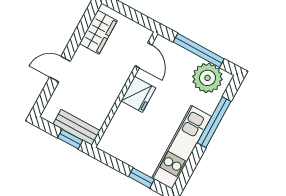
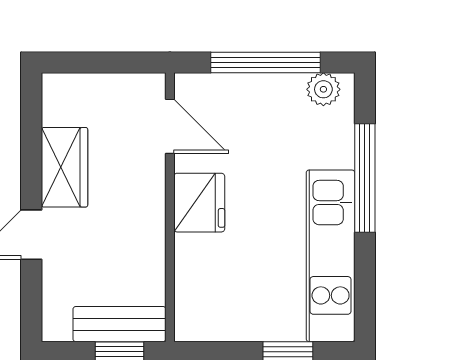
wardrobe: (98, 32) -> (64, 167), moved
plant: (207, 78) -> (323, 89), width x0.53, depth x0.53

